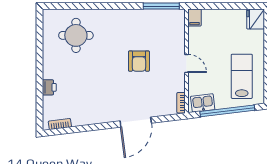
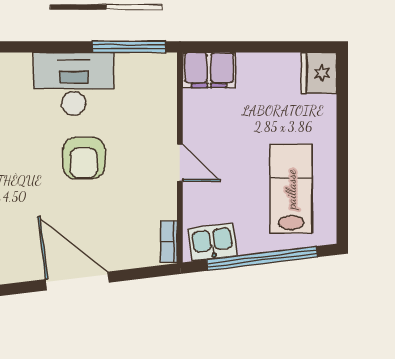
filing cabinet: (195, 17) -> (209, 70), width x2.00
desk: (134, 24) -> (74, 84), added
door: (136, 122) -> (77, 281), swing flipped

